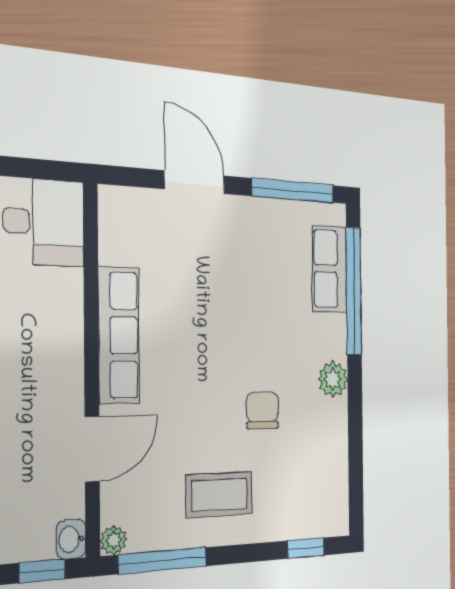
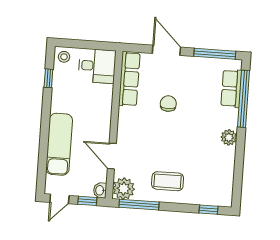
row of seats: (119, 335) -> (129, 79), moved
chair: (262, 410) -> (168, 104), moved
door: (92, 449) -> (112, 156), swing flipped
plant: (114, 540) -> (124, 189), width x1.87, depth x1.87

